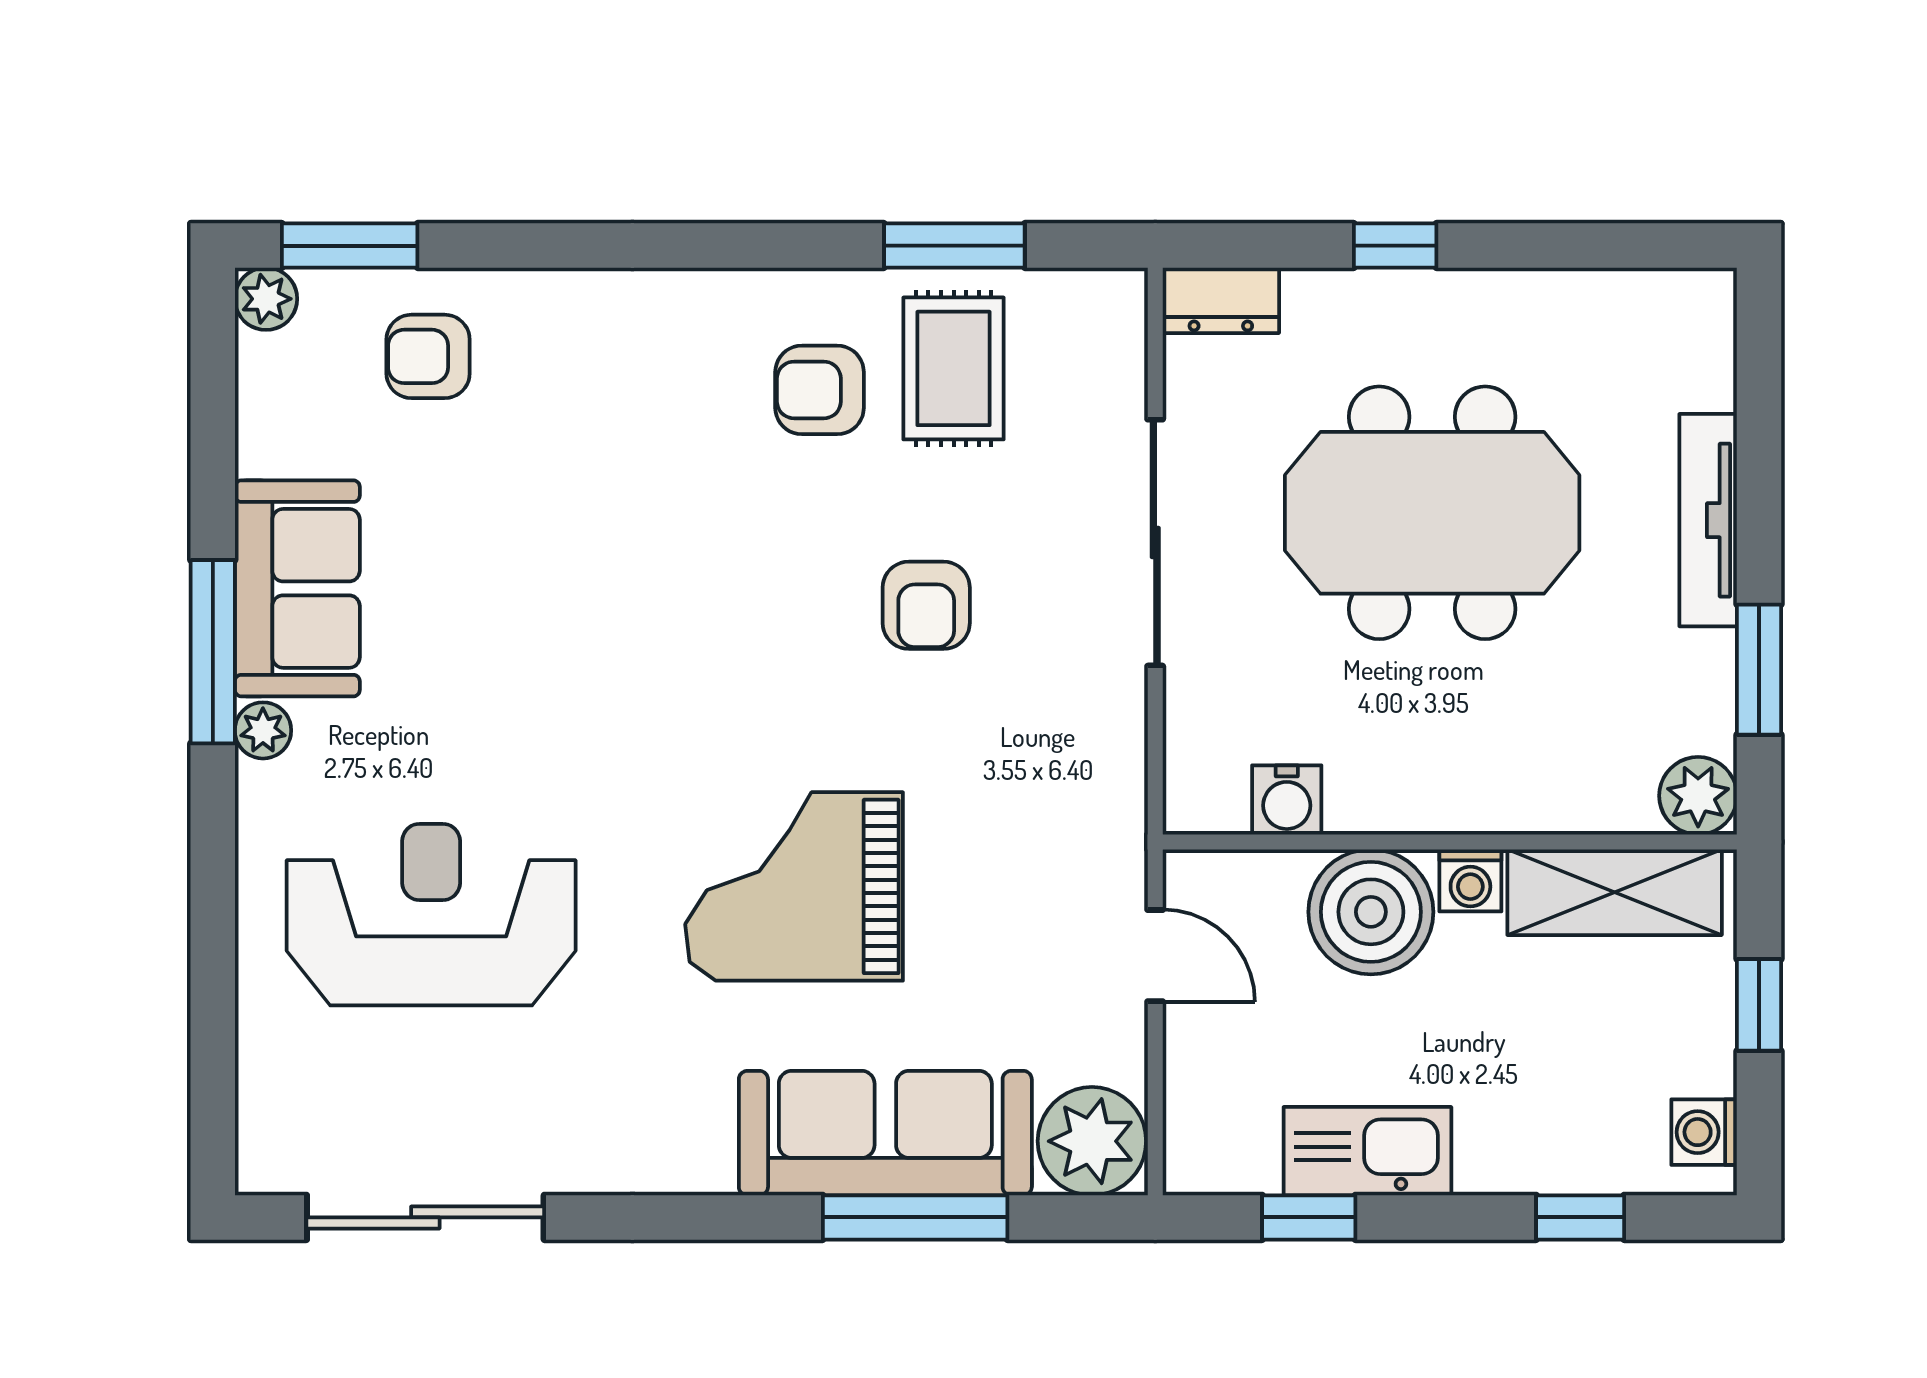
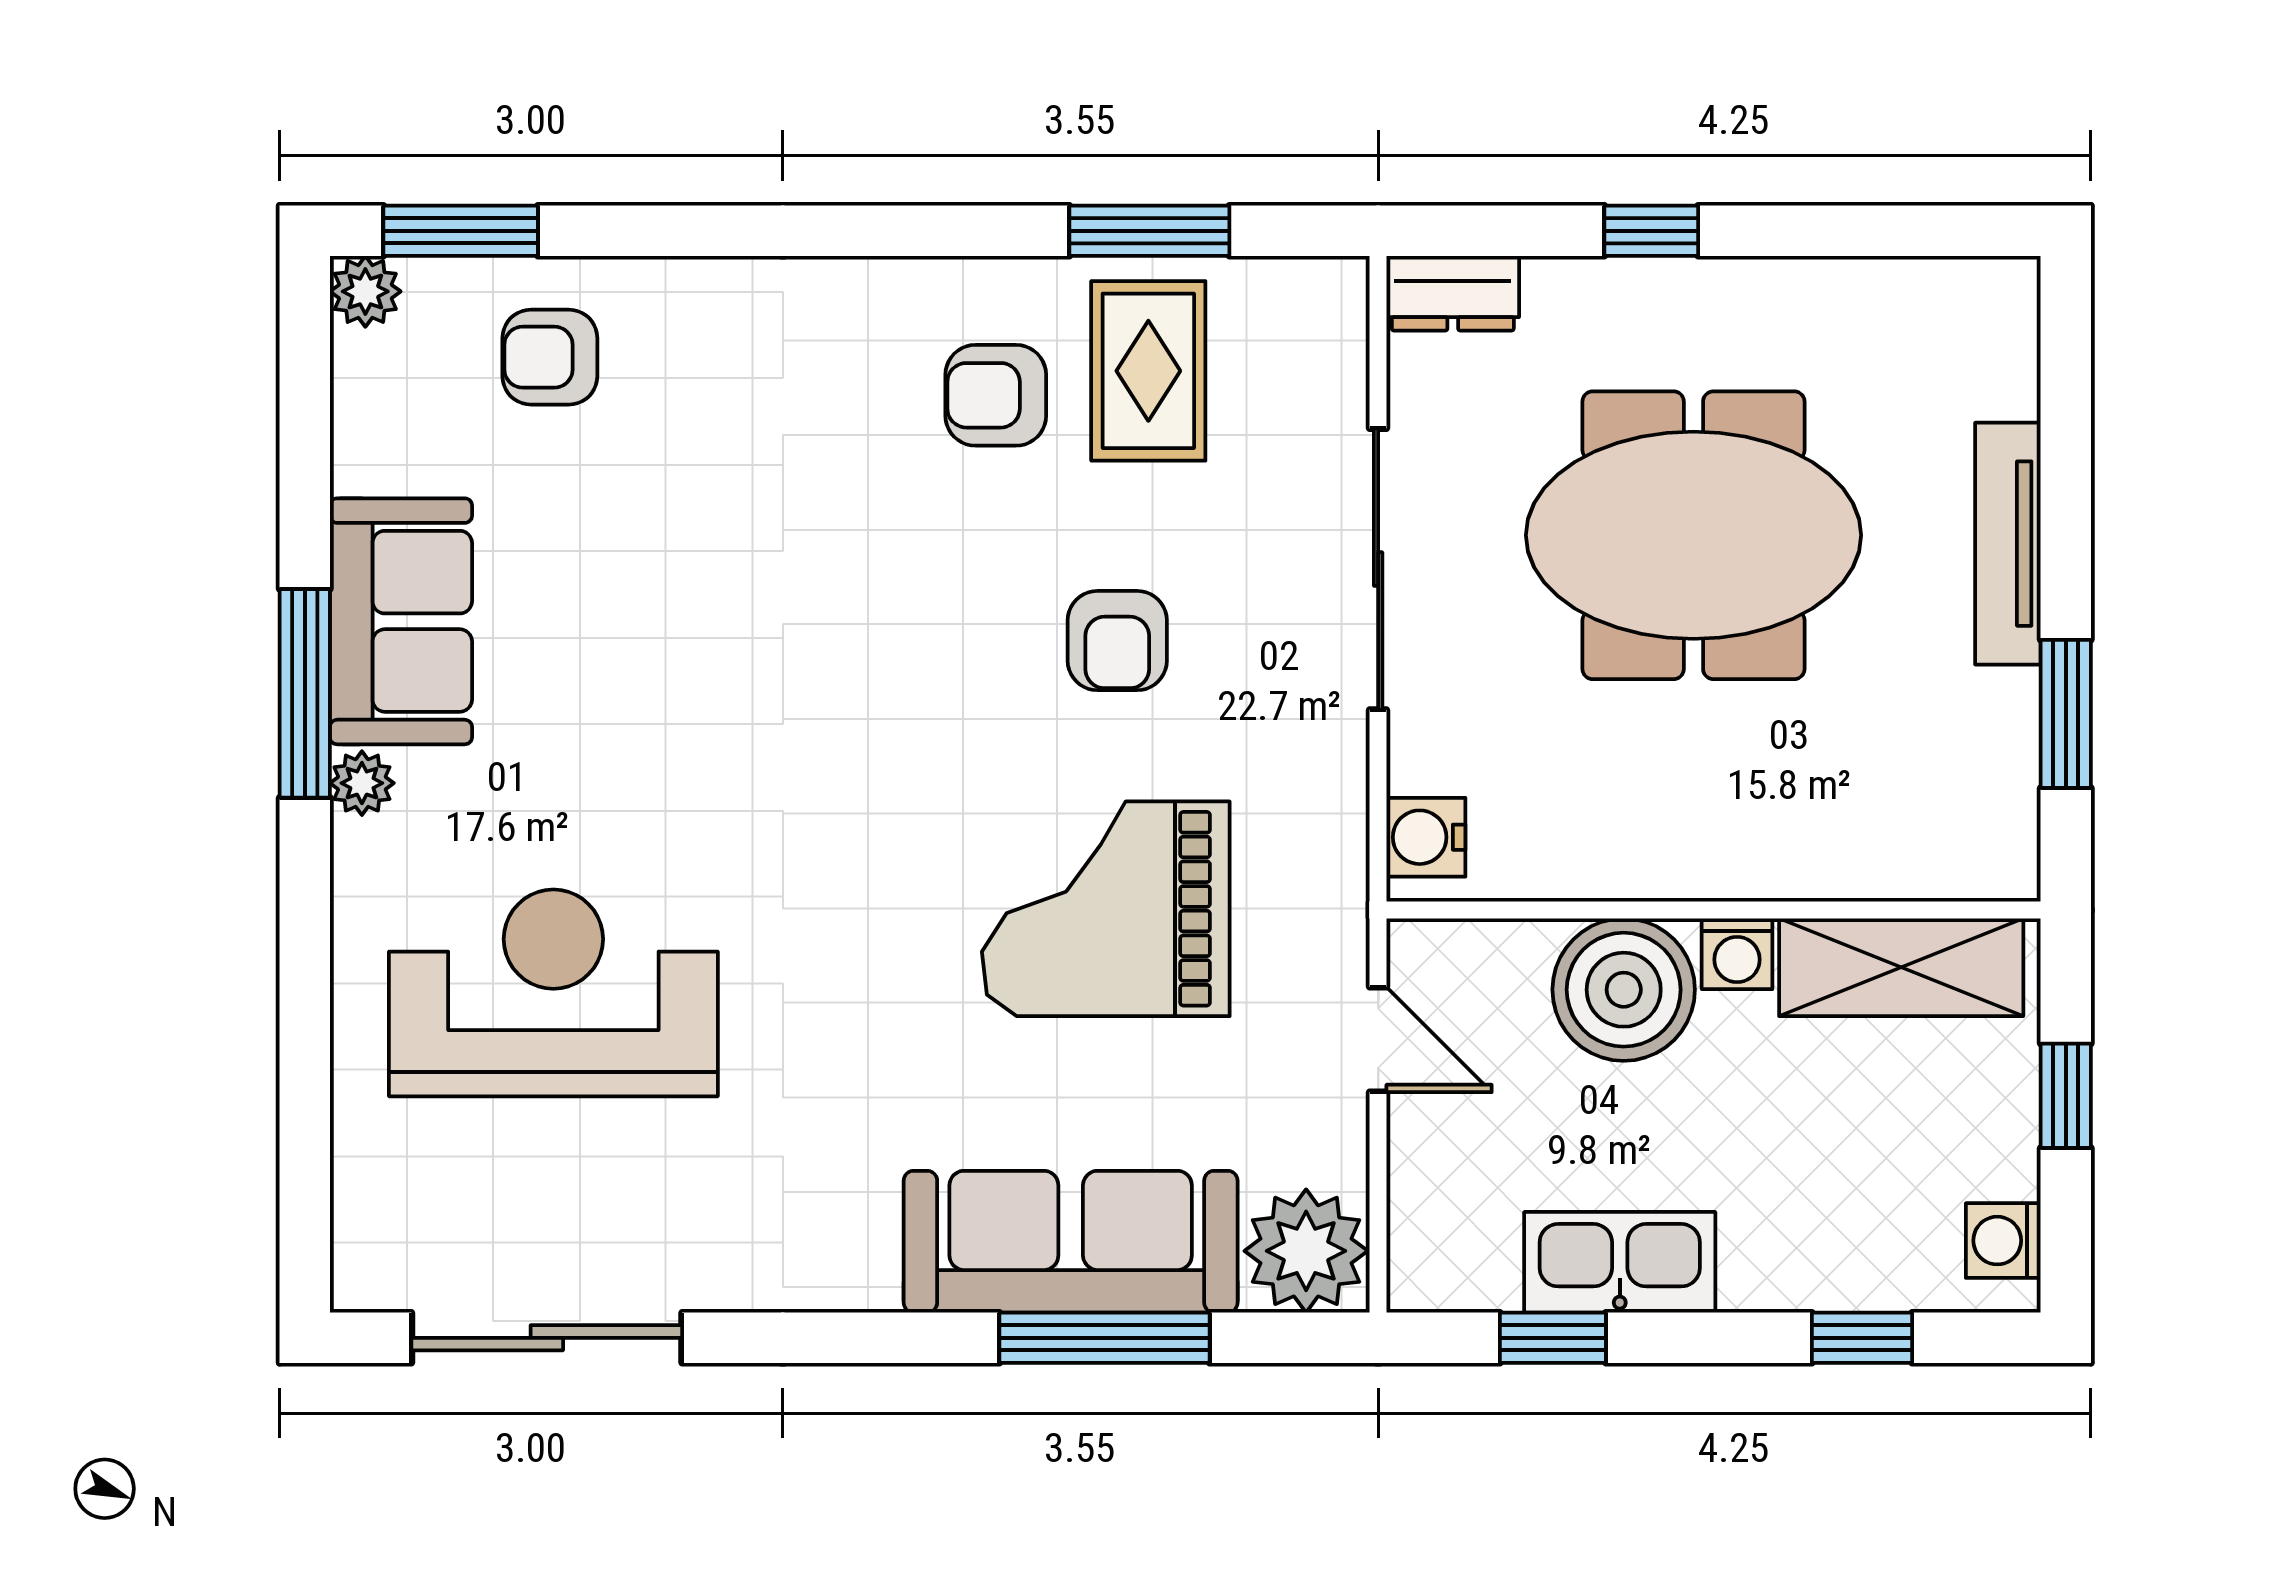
plant: (1698, 796) -> (1996, 857), removed
water cooler: (1287, 800) -> (1426, 837), moved, turned 90
grand piano: (794, 886) -> (1106, 909), moved

